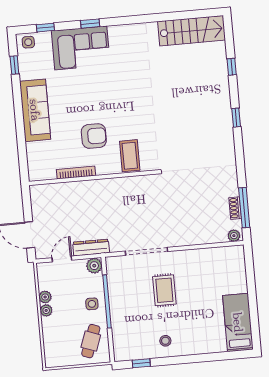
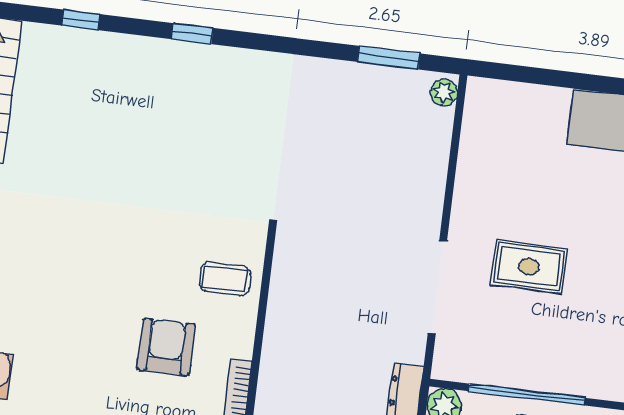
coffee table: (130, 156) -> (225, 279), width x0.73, depth x0.77
shoe rack: (235, 208) -> (385, 77), removed
window: (244, 208) -> (389, 58), width x0.69

